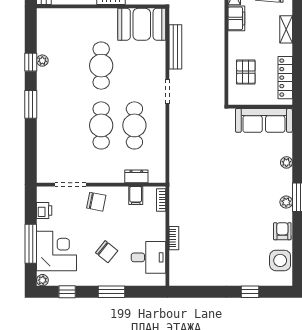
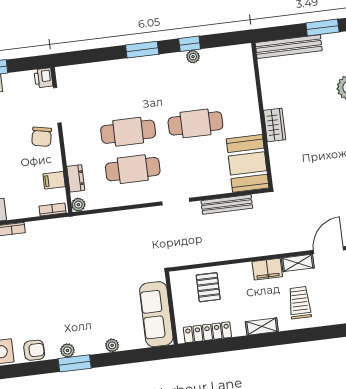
pallet: (246, 72) -> (208, 287), turned 90
plant: (160, 177) -> (78, 205), added
printer: (44, 210) -> (43, 78), moved, turned 90

